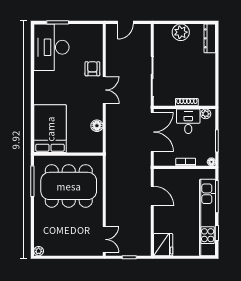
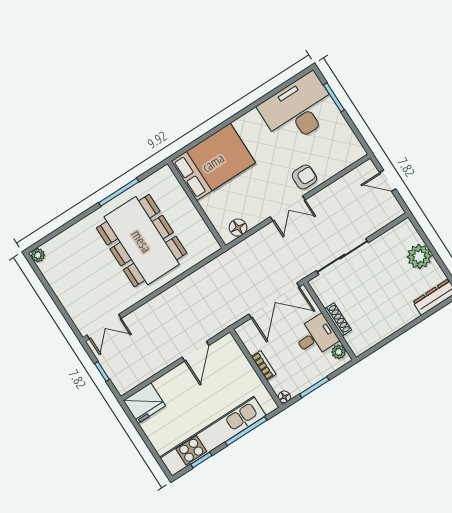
bed: (50, 129) -> (213, 162), moved
wall: (68, 154) -> (197, 205), moved

